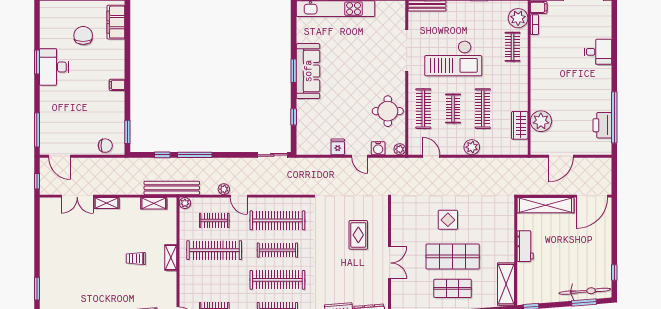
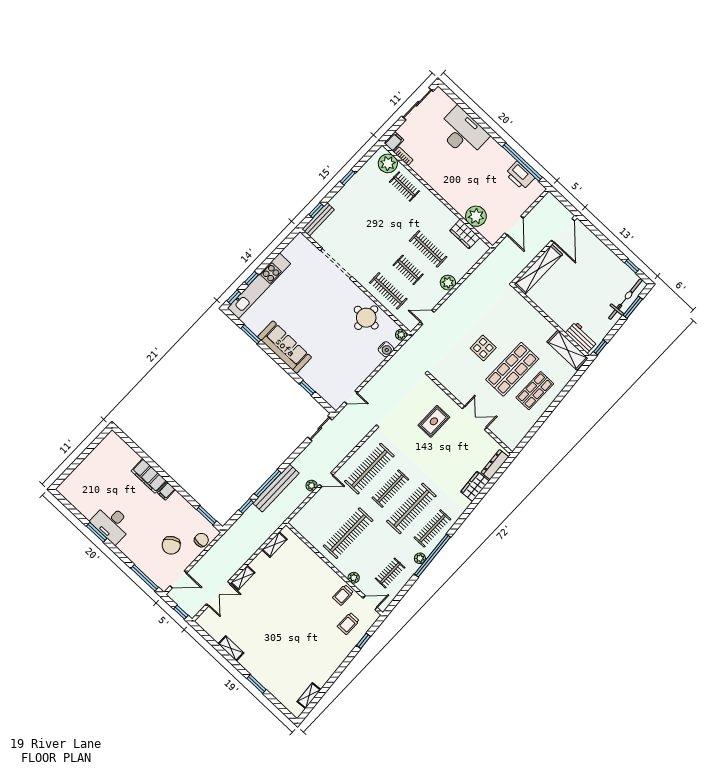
filing cabinet: (116, 22) -> (149, 476), moved
chair: (83, 36) -> (171, 545), moved, turned -122
desk: (598, 52) -> (462, 132), width x1.87, depth x1.30
checkout: (453, 58) -> (373, 236), removed
window: (294, 71) -> (251, 334), moved
fridge: (338, 147) -> (358, 377), removed
door: (360, 156) -> (351, 397), moved
bench: (172, 188) -> (276, 488), moved
plant: (185, 203) -> (354, 578), moved
clothes rail: (214, 220) -> (327, 513), removed
rug: (358, 235) -> (434, 421), turned 90
workbench: (525, 246) -> (581, 337), moved
shelving: (171, 257) -> (231, 648), moved
trolley: (136, 259) -> (343, 595), moved

